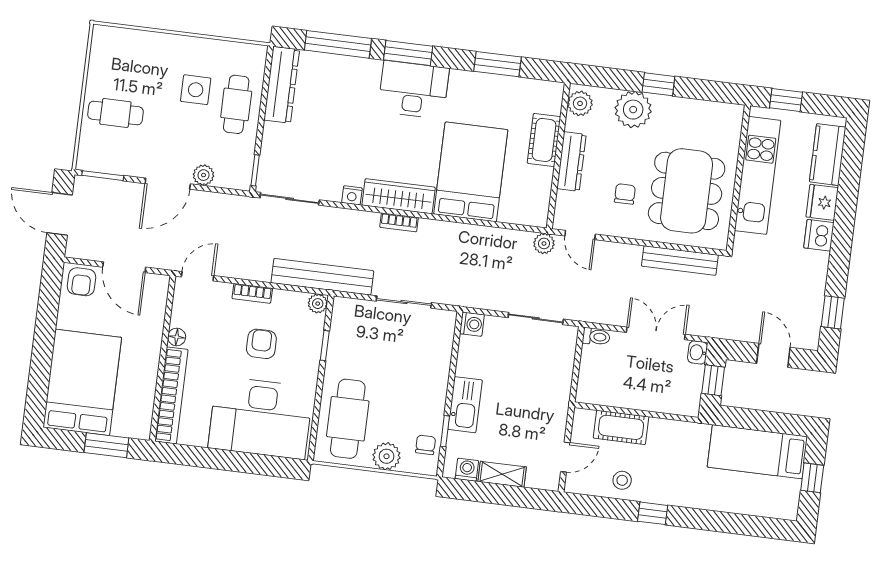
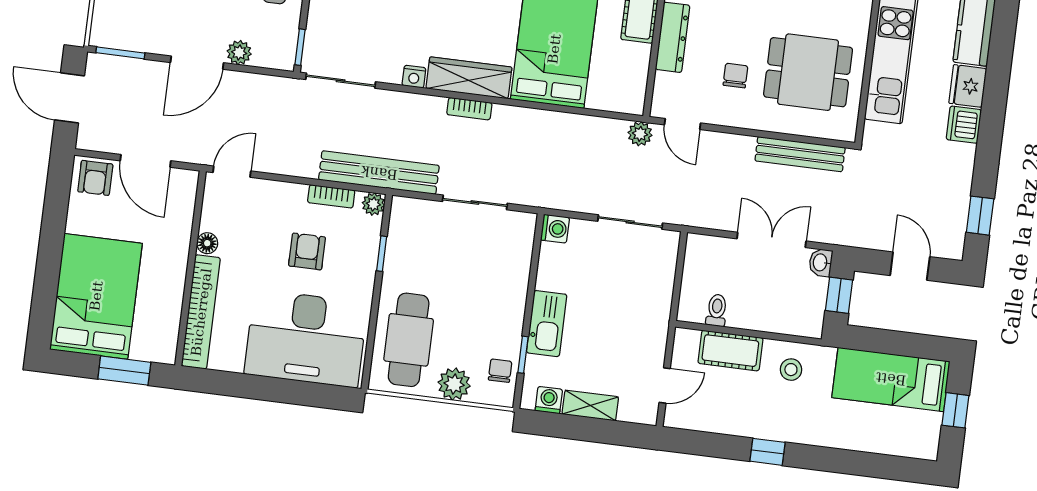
dining table: (687, 191) -> (808, 72), width x0.73
bookcase: (252, 293) -> (331, 196), moved
toilet: (596, 337) -> (717, 310), moved, turned -90
stool: (622, 480) -> (791, 370), moved

